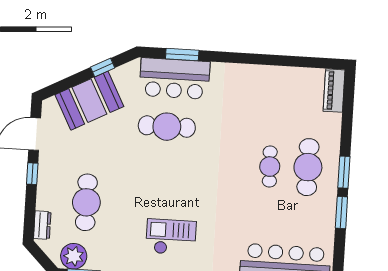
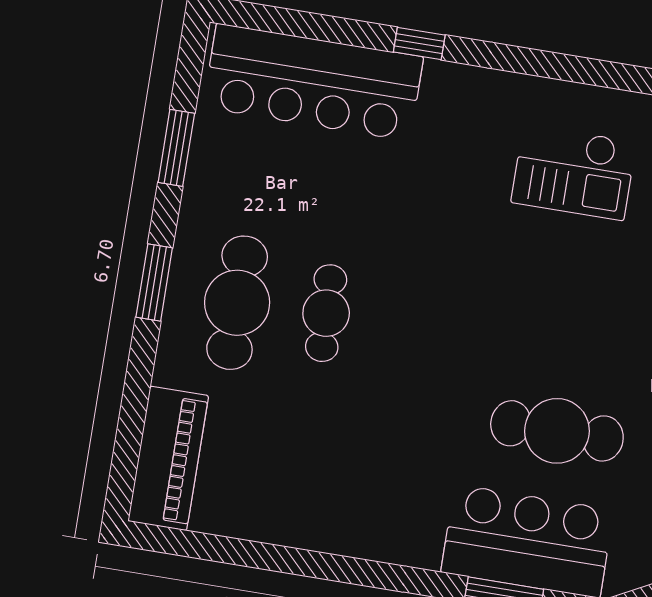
piano: (334, 91) -> (168, 458), width x1.37, depth x1.33
window: (341, 213) -> (176, 148), moved

